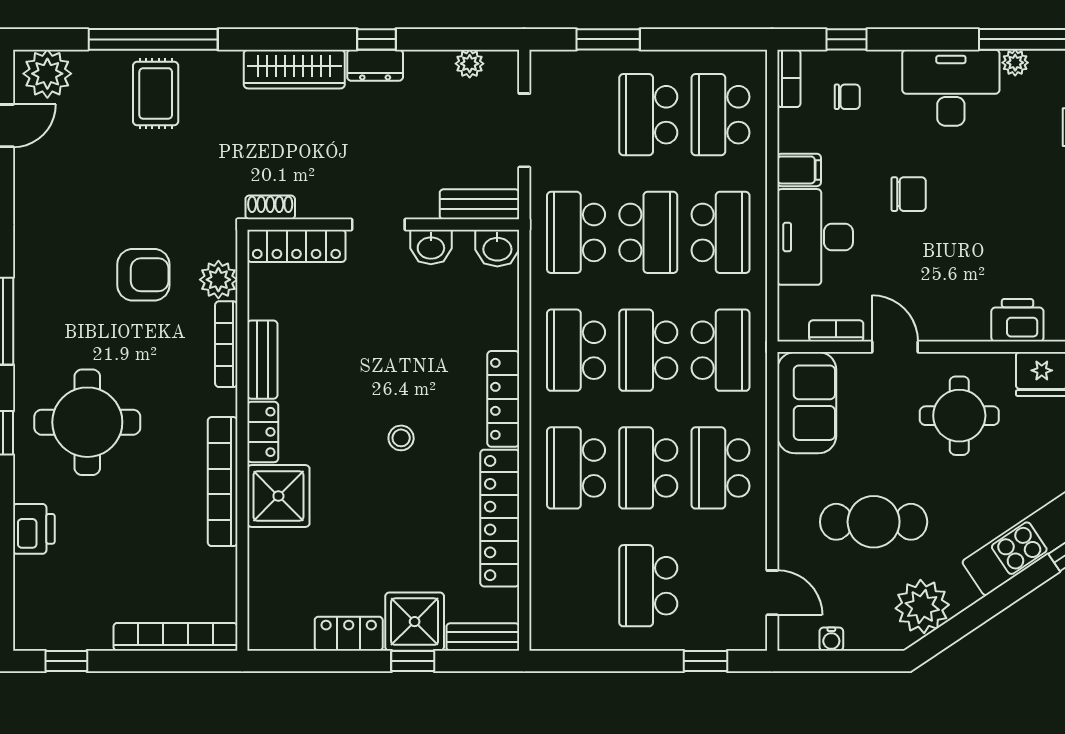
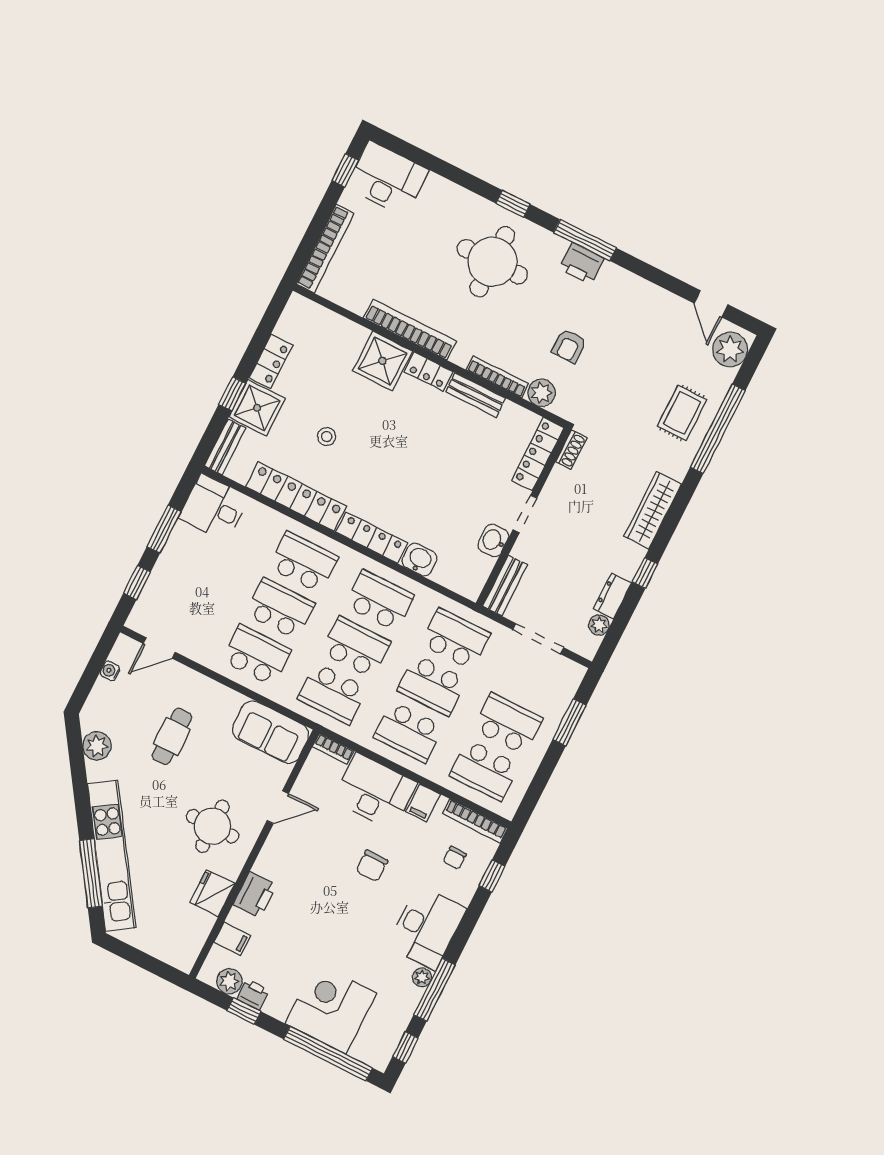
dresser: (375, 65) -> (613, 596), moved
bookcase: (789, 78) -> (475, 821), width x1.56
rug: (156, 93) -> (682, 413), turned 90
school desk: (720, 115) -> (484, 770), turned 180
washbasin: (497, 248) -> (419, 560), moved, turned 90
armchair: (143, 275) -> (569, 346), width x0.72, depth x0.72
bookcase: (836, 331) -> (333, 749), moved, turned 90
stool: (401, 438) -> (327, 437), moved
cafe table: (874, 522) -> (172, 736), width x0.73, depth x0.74
printer: (34, 529) -> (581, 263), moved
school desk: (648, 586) -> (204, 570), removed
desk: (50, 604) -> (387, 179), added
plant: (922, 606) -> (97, 746), width x0.73, depth x0.73
desk: (565, 613) -> (214, 508), added
window: (622, 661) -> (164, 529), added

